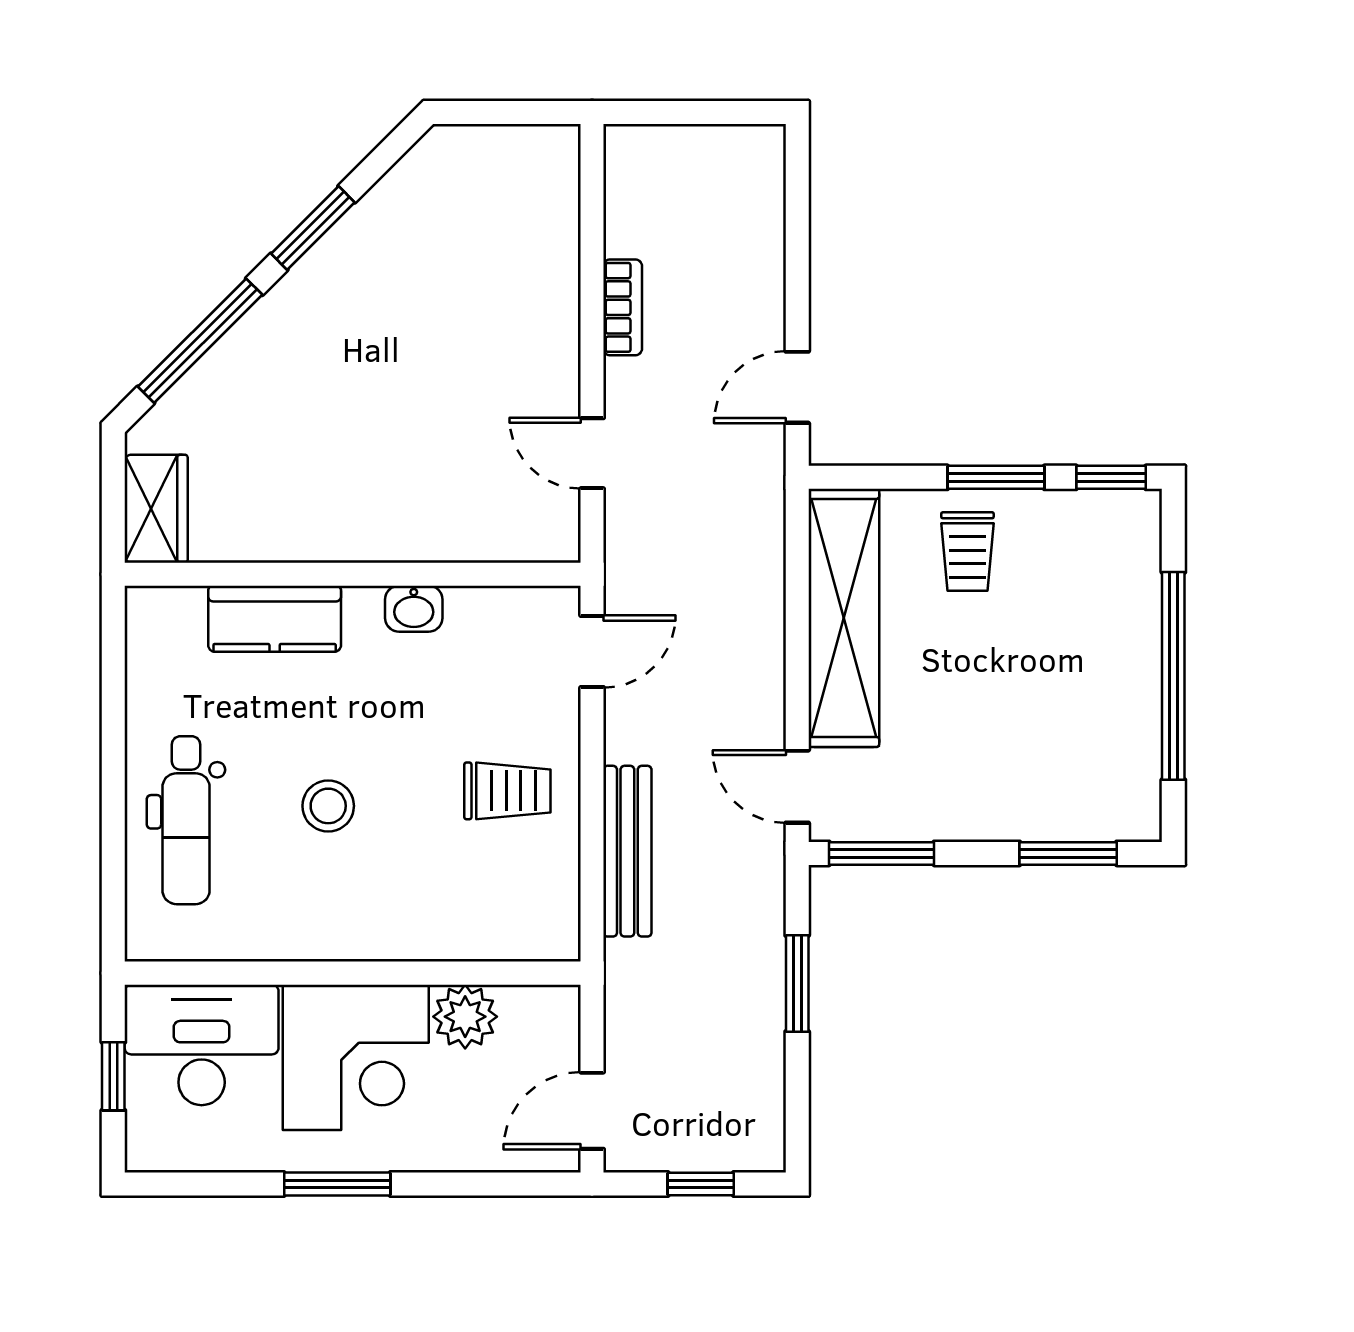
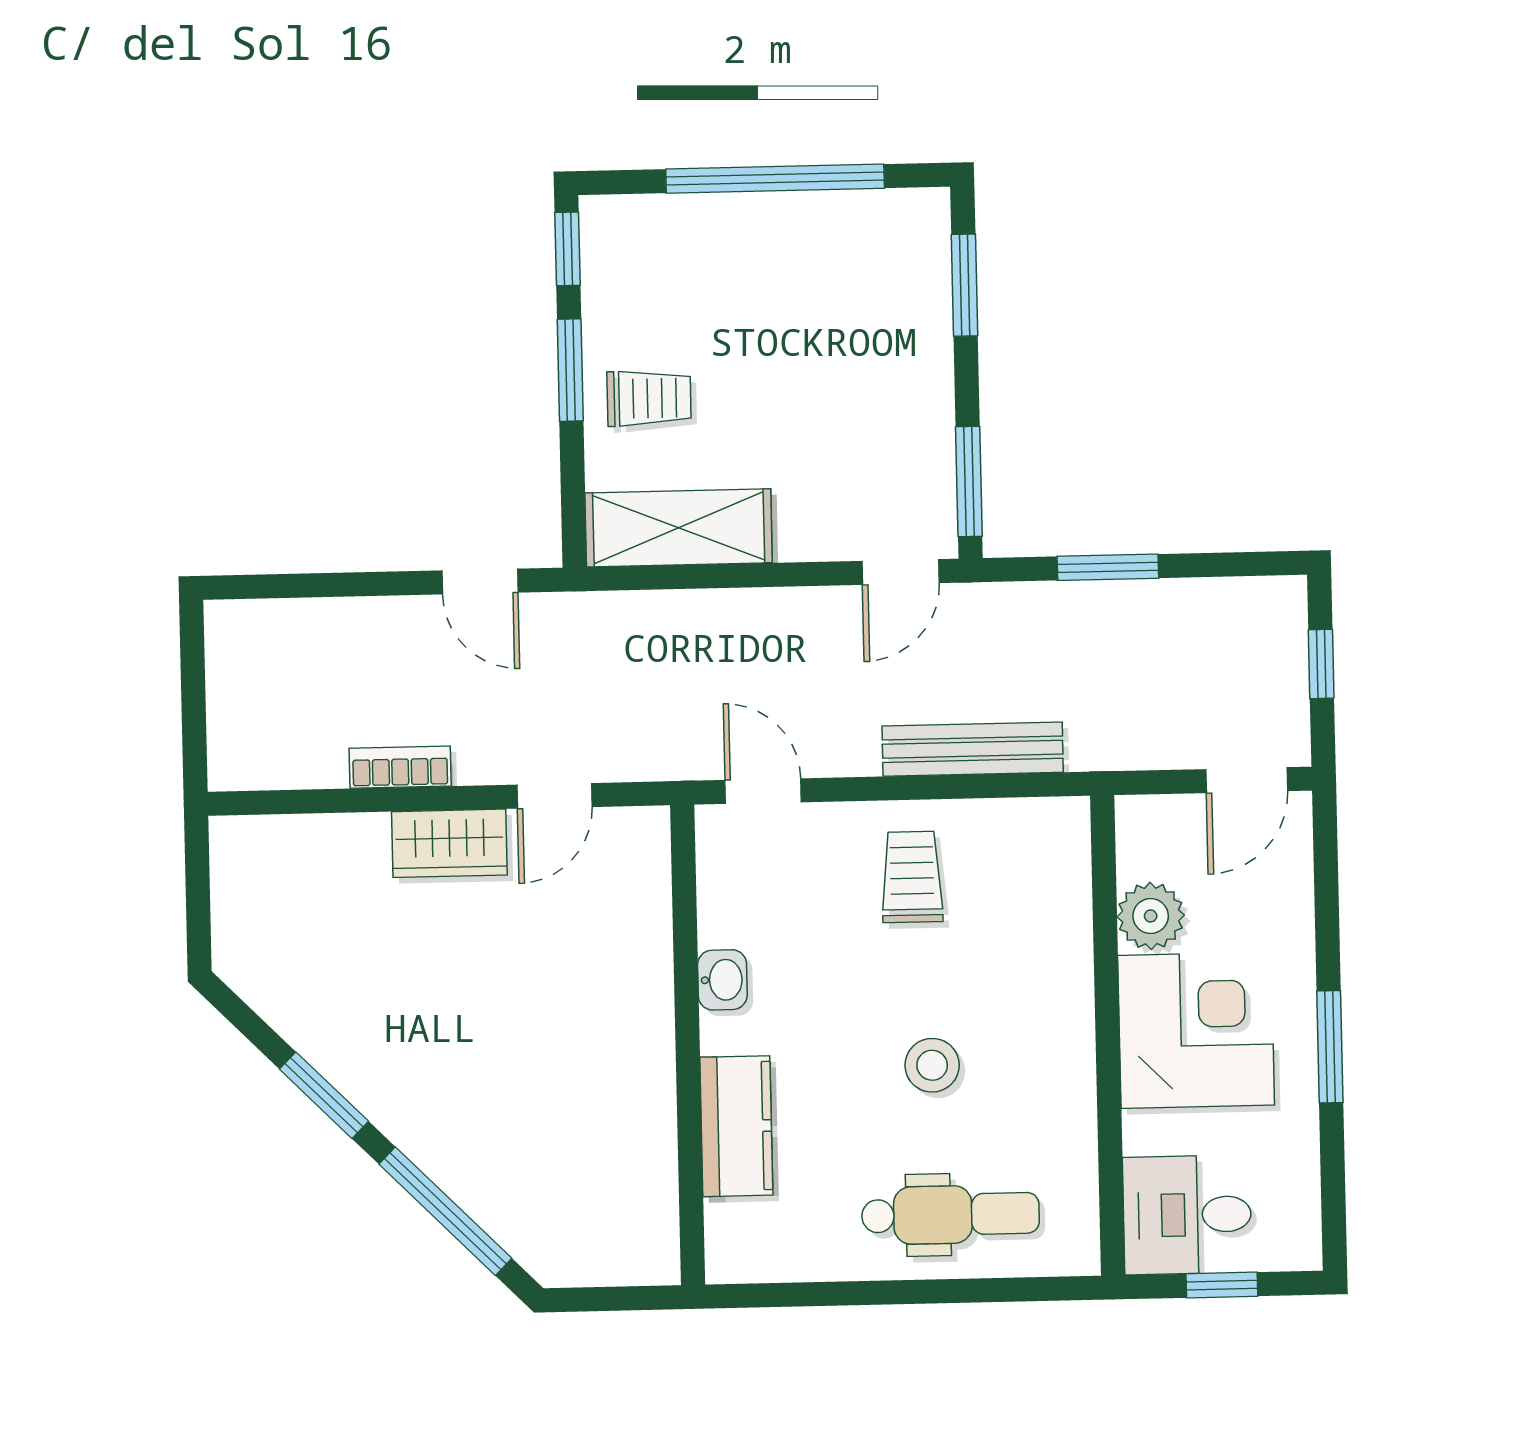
wardrobe: (156, 509) -> (449, 843), moved, turned 180
shelving: (844, 618) -> (679, 528), width x0.68
desk: (202, 1045) -> (1187, 1215), width x0.73
door: (592, 1111) -> (1247, 780), hinge flipped

